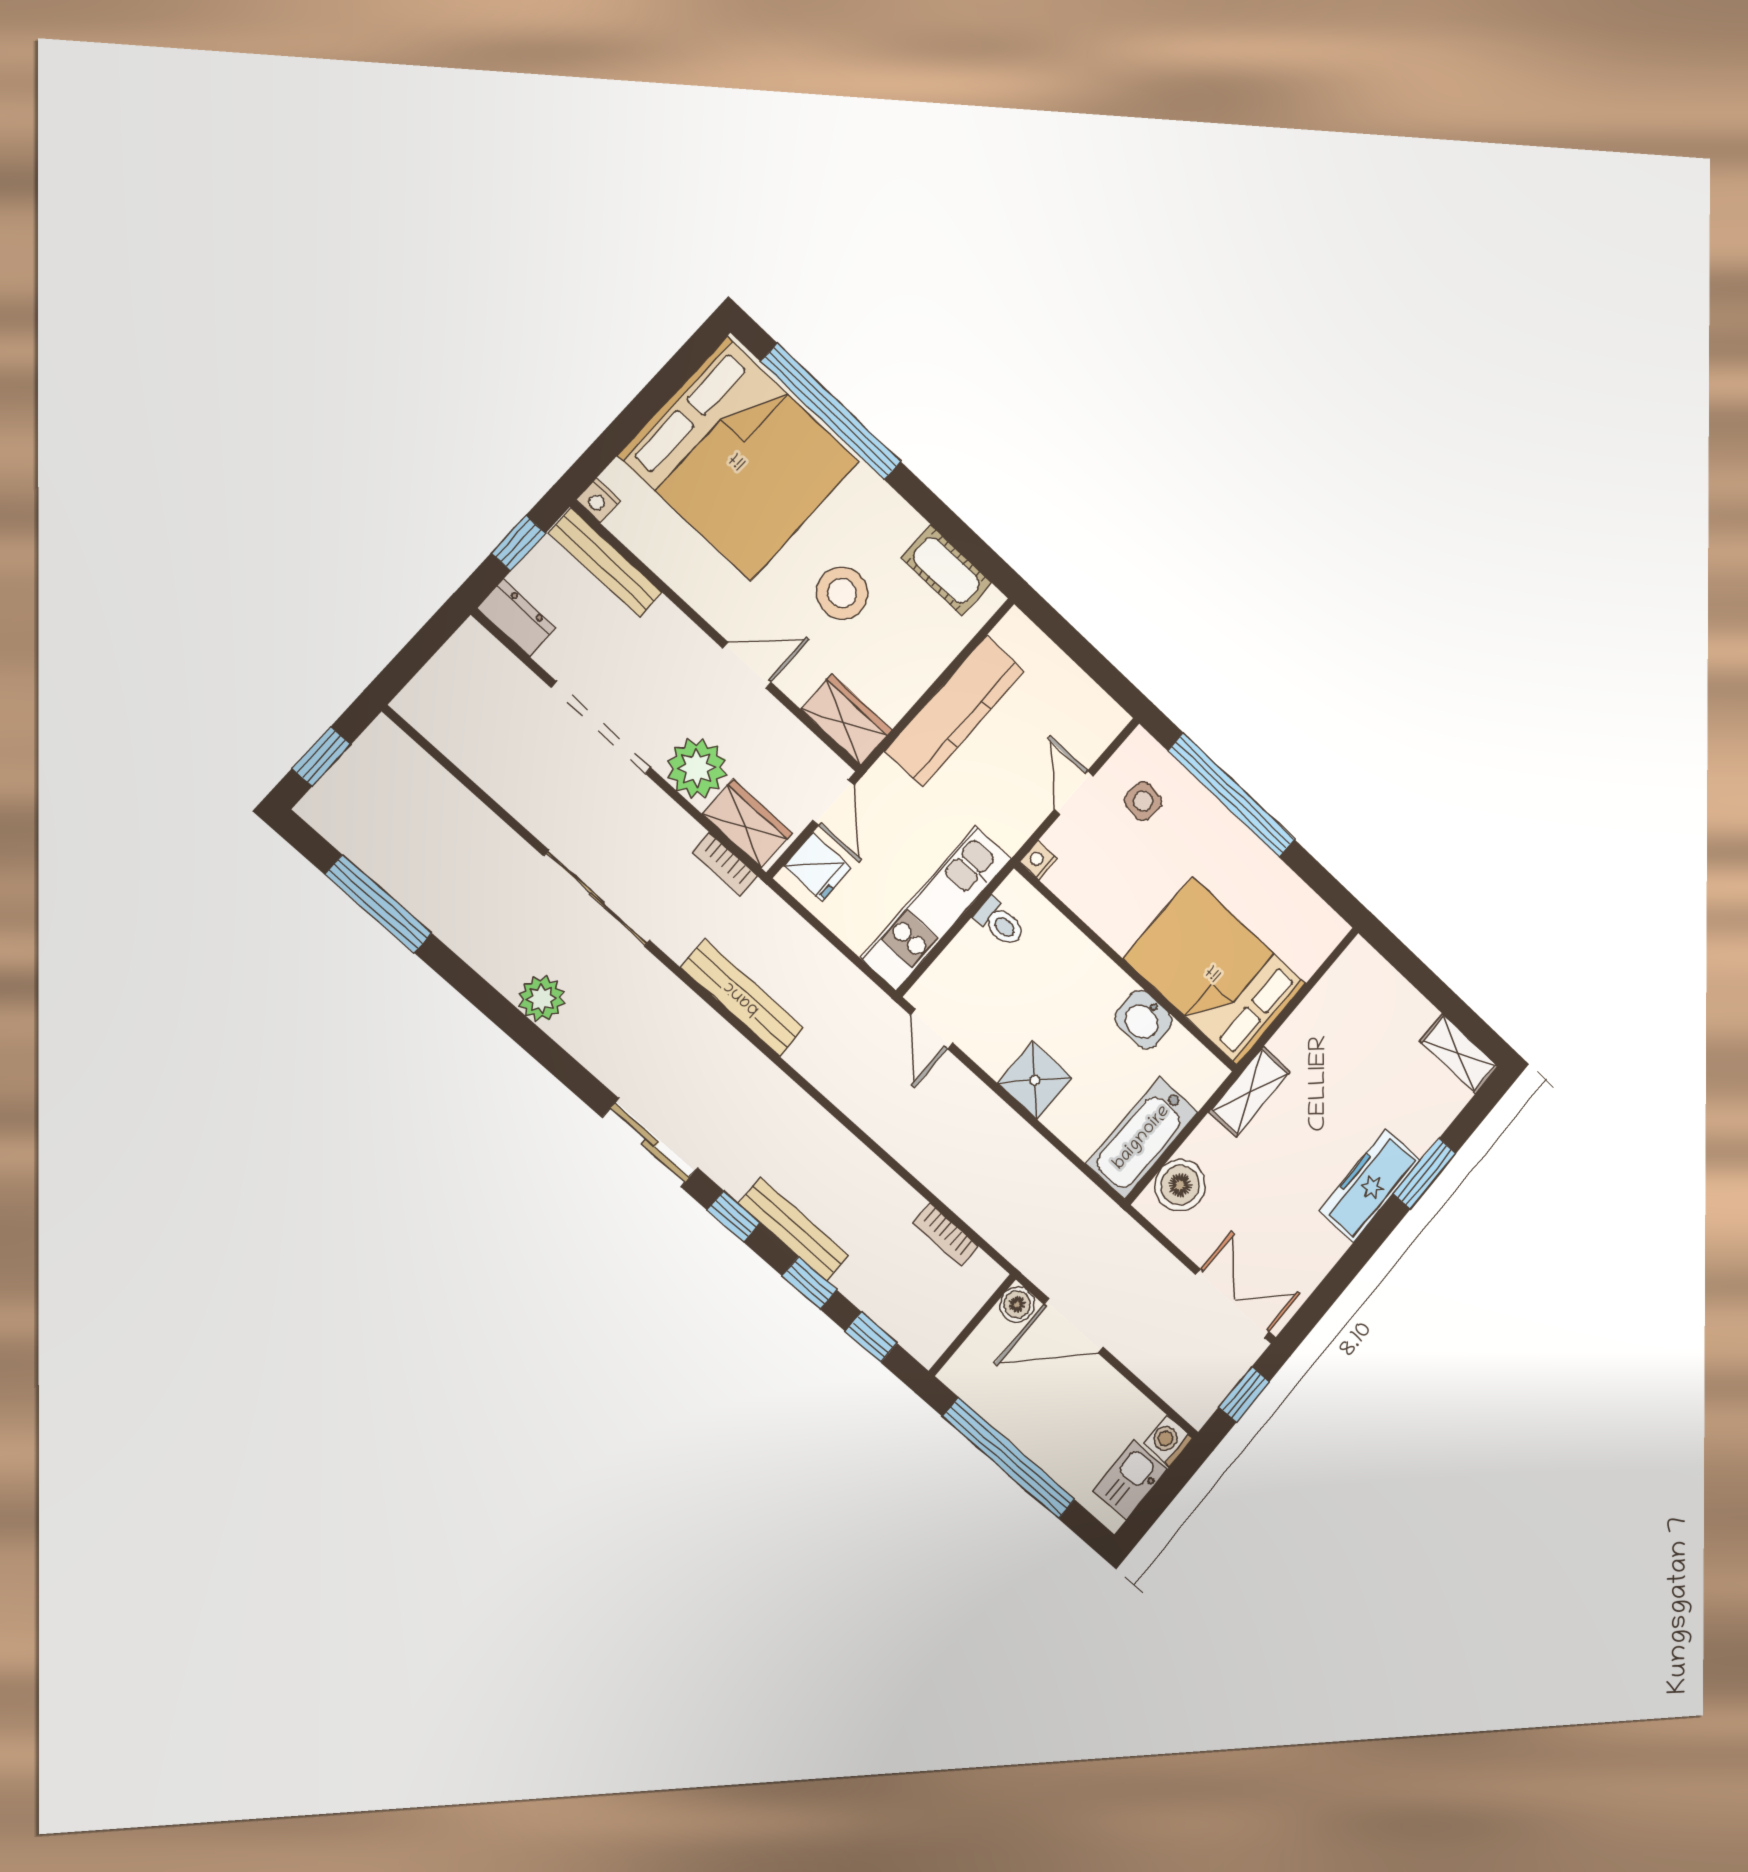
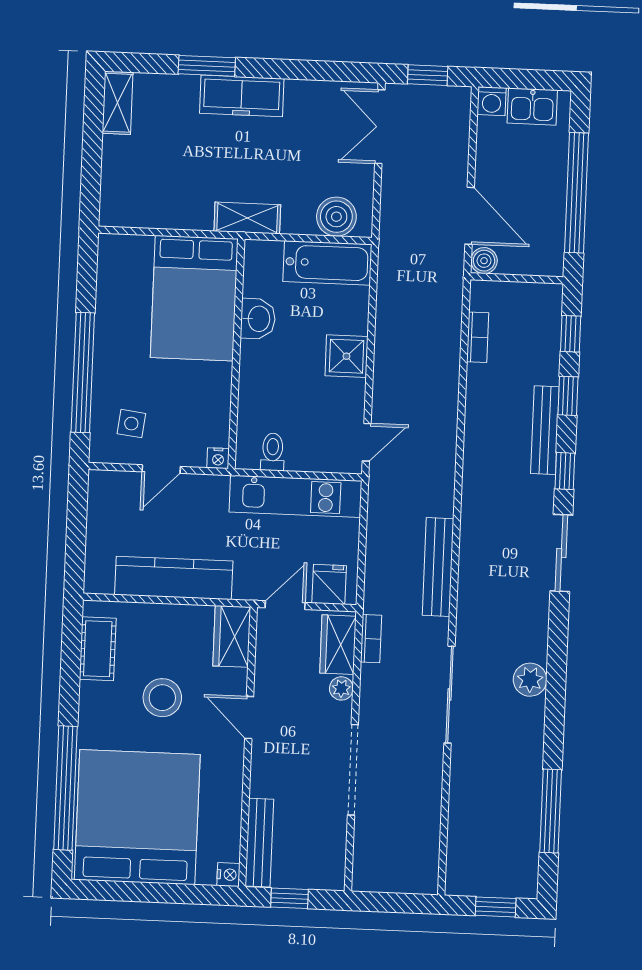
dresser: (517, 618) -> (332, 865), removed
plant: (697, 768) -> (341, 688), width x0.53, depth x0.53

